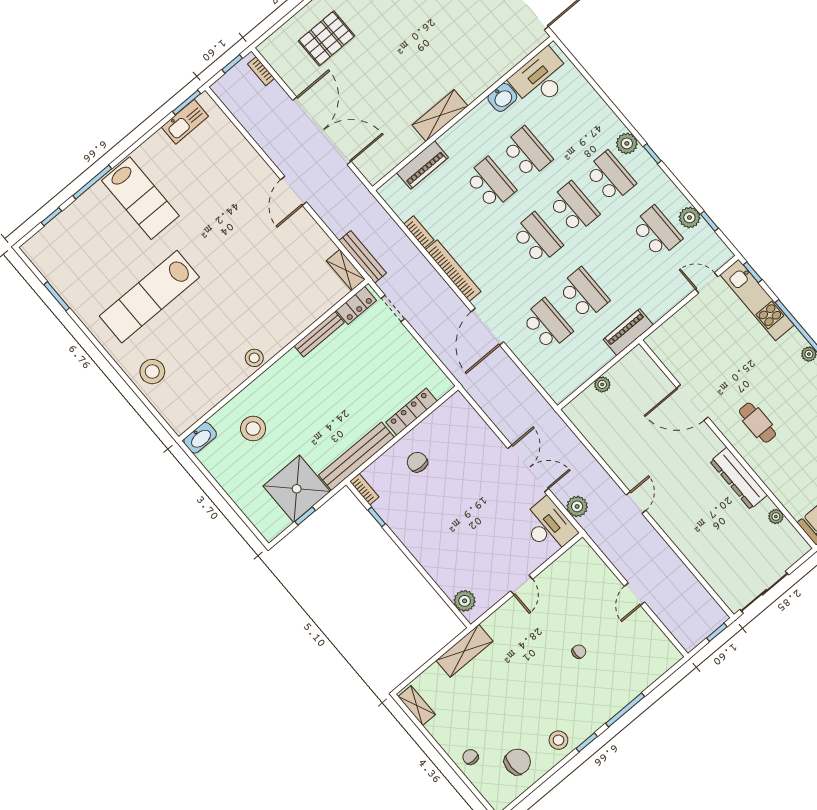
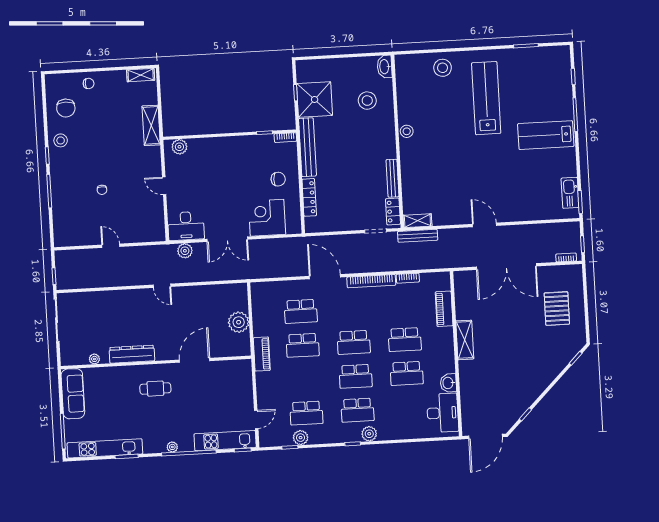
plant: (602, 384) -> (239, 322), width x1.87, depth x1.87
corner desk: (470, 442) -> (267, 218), added

